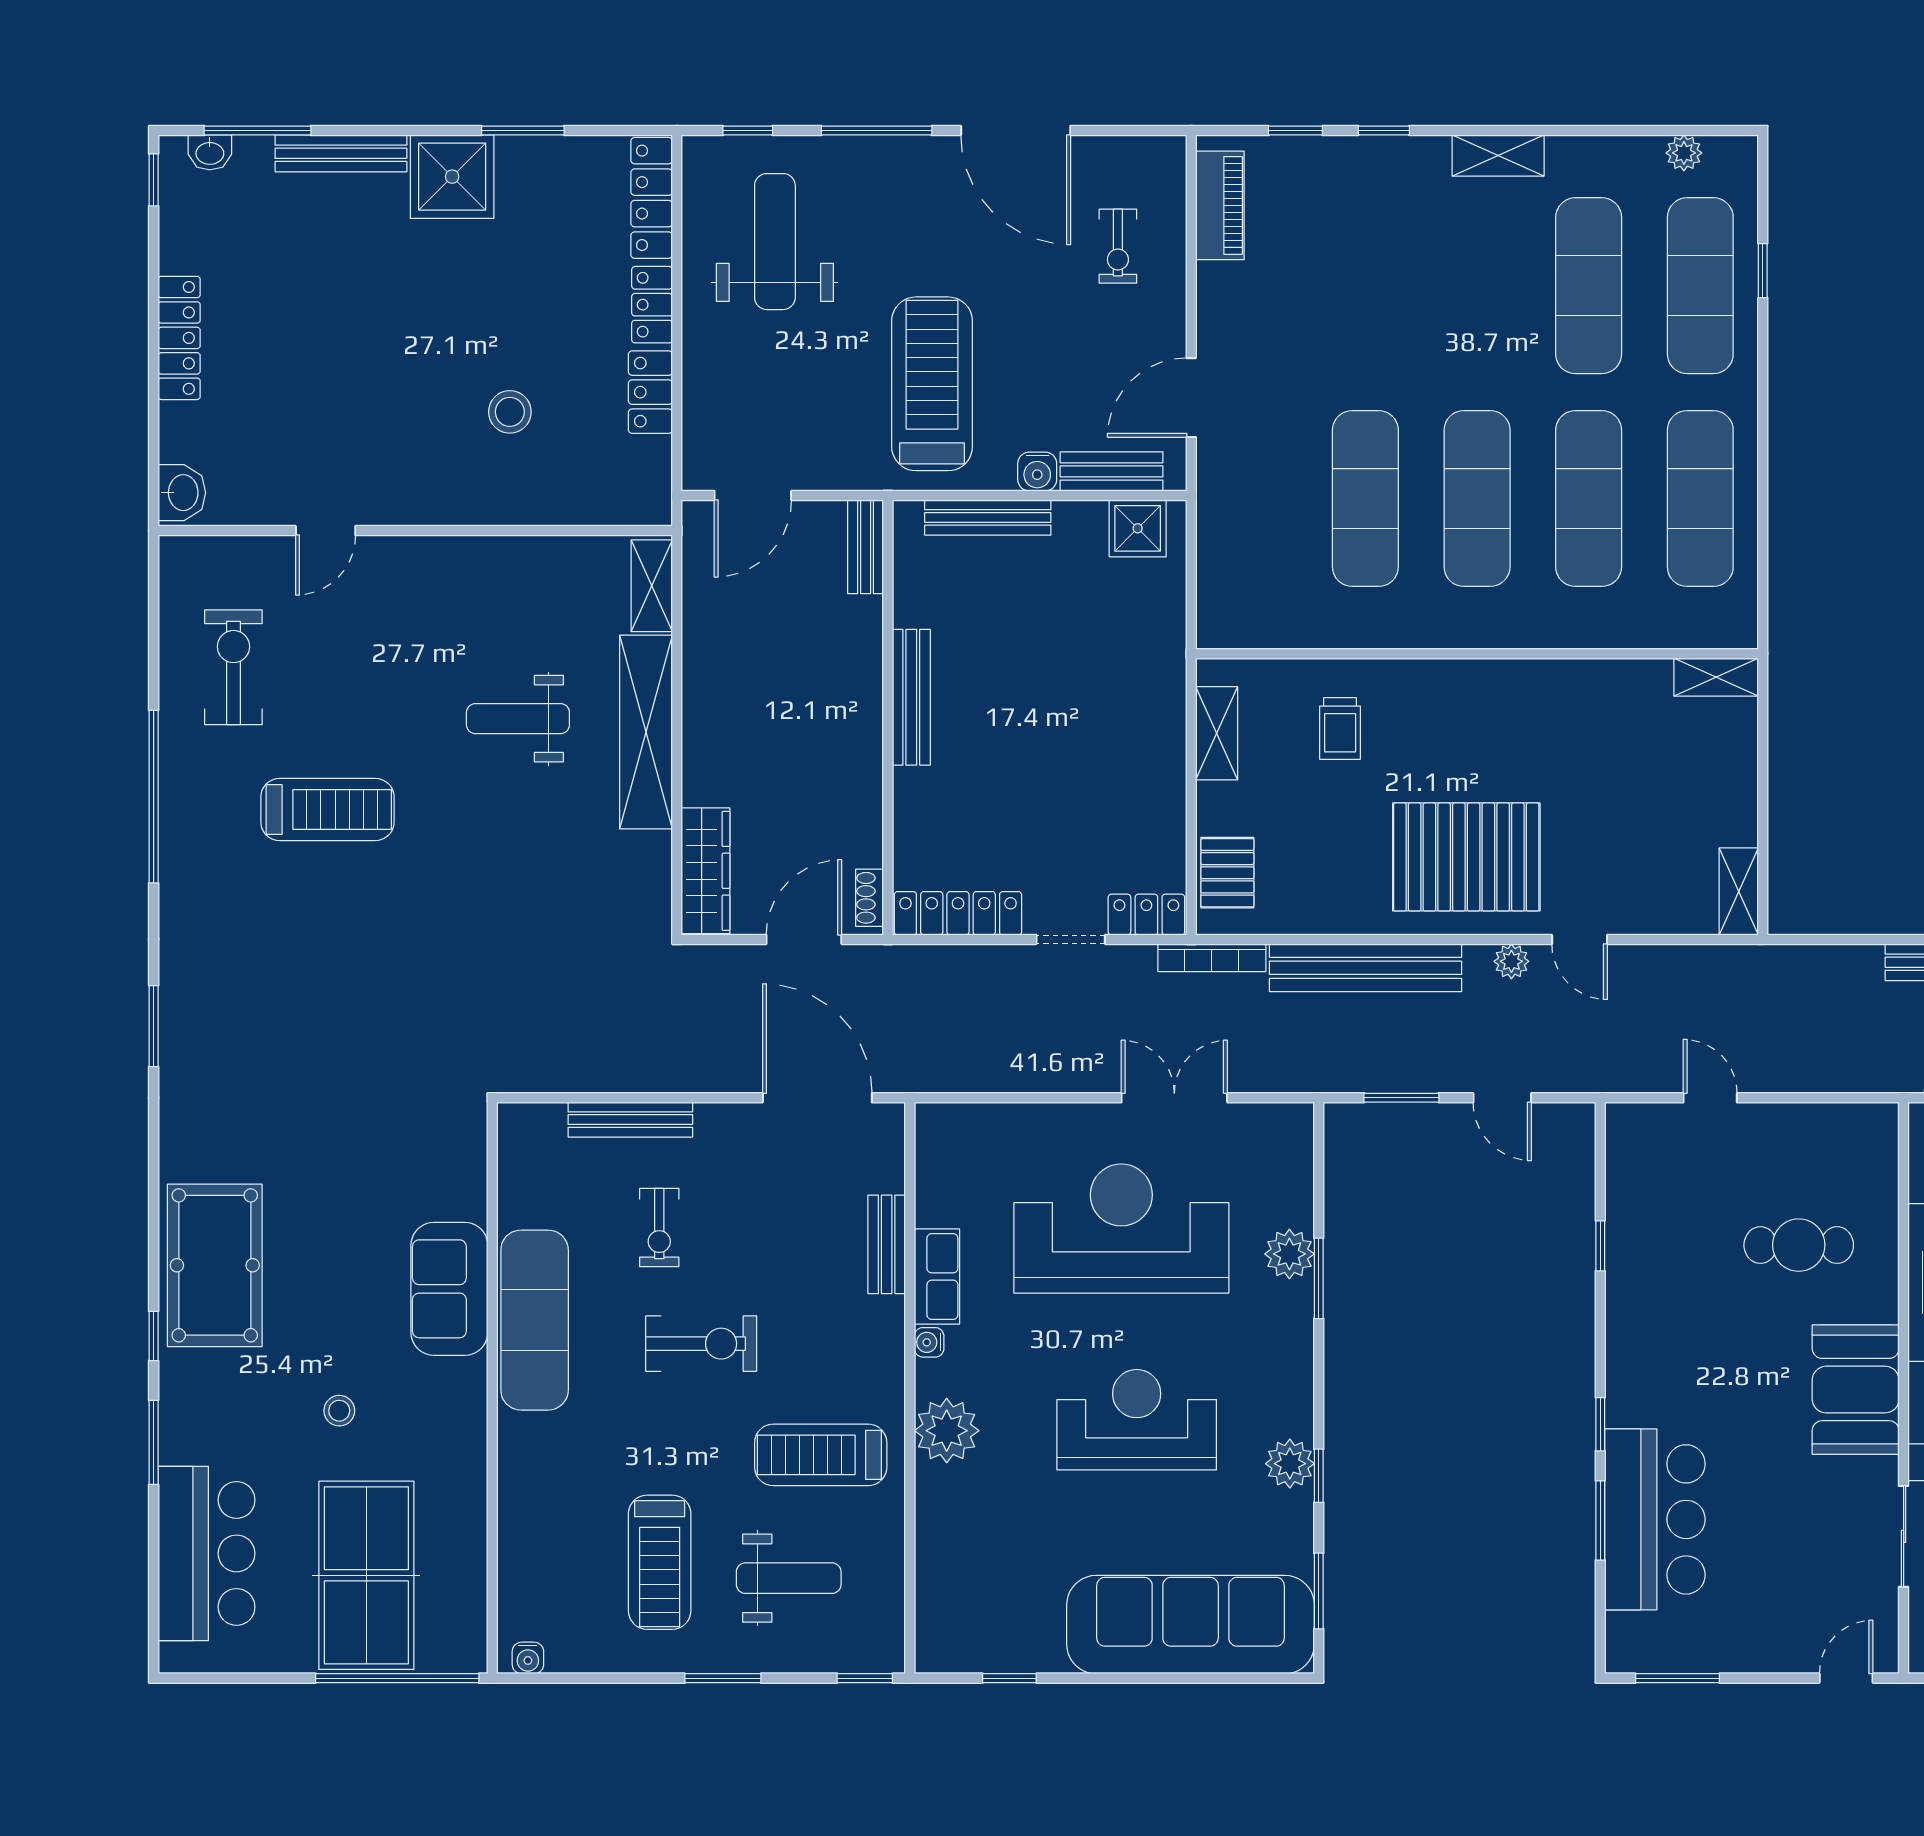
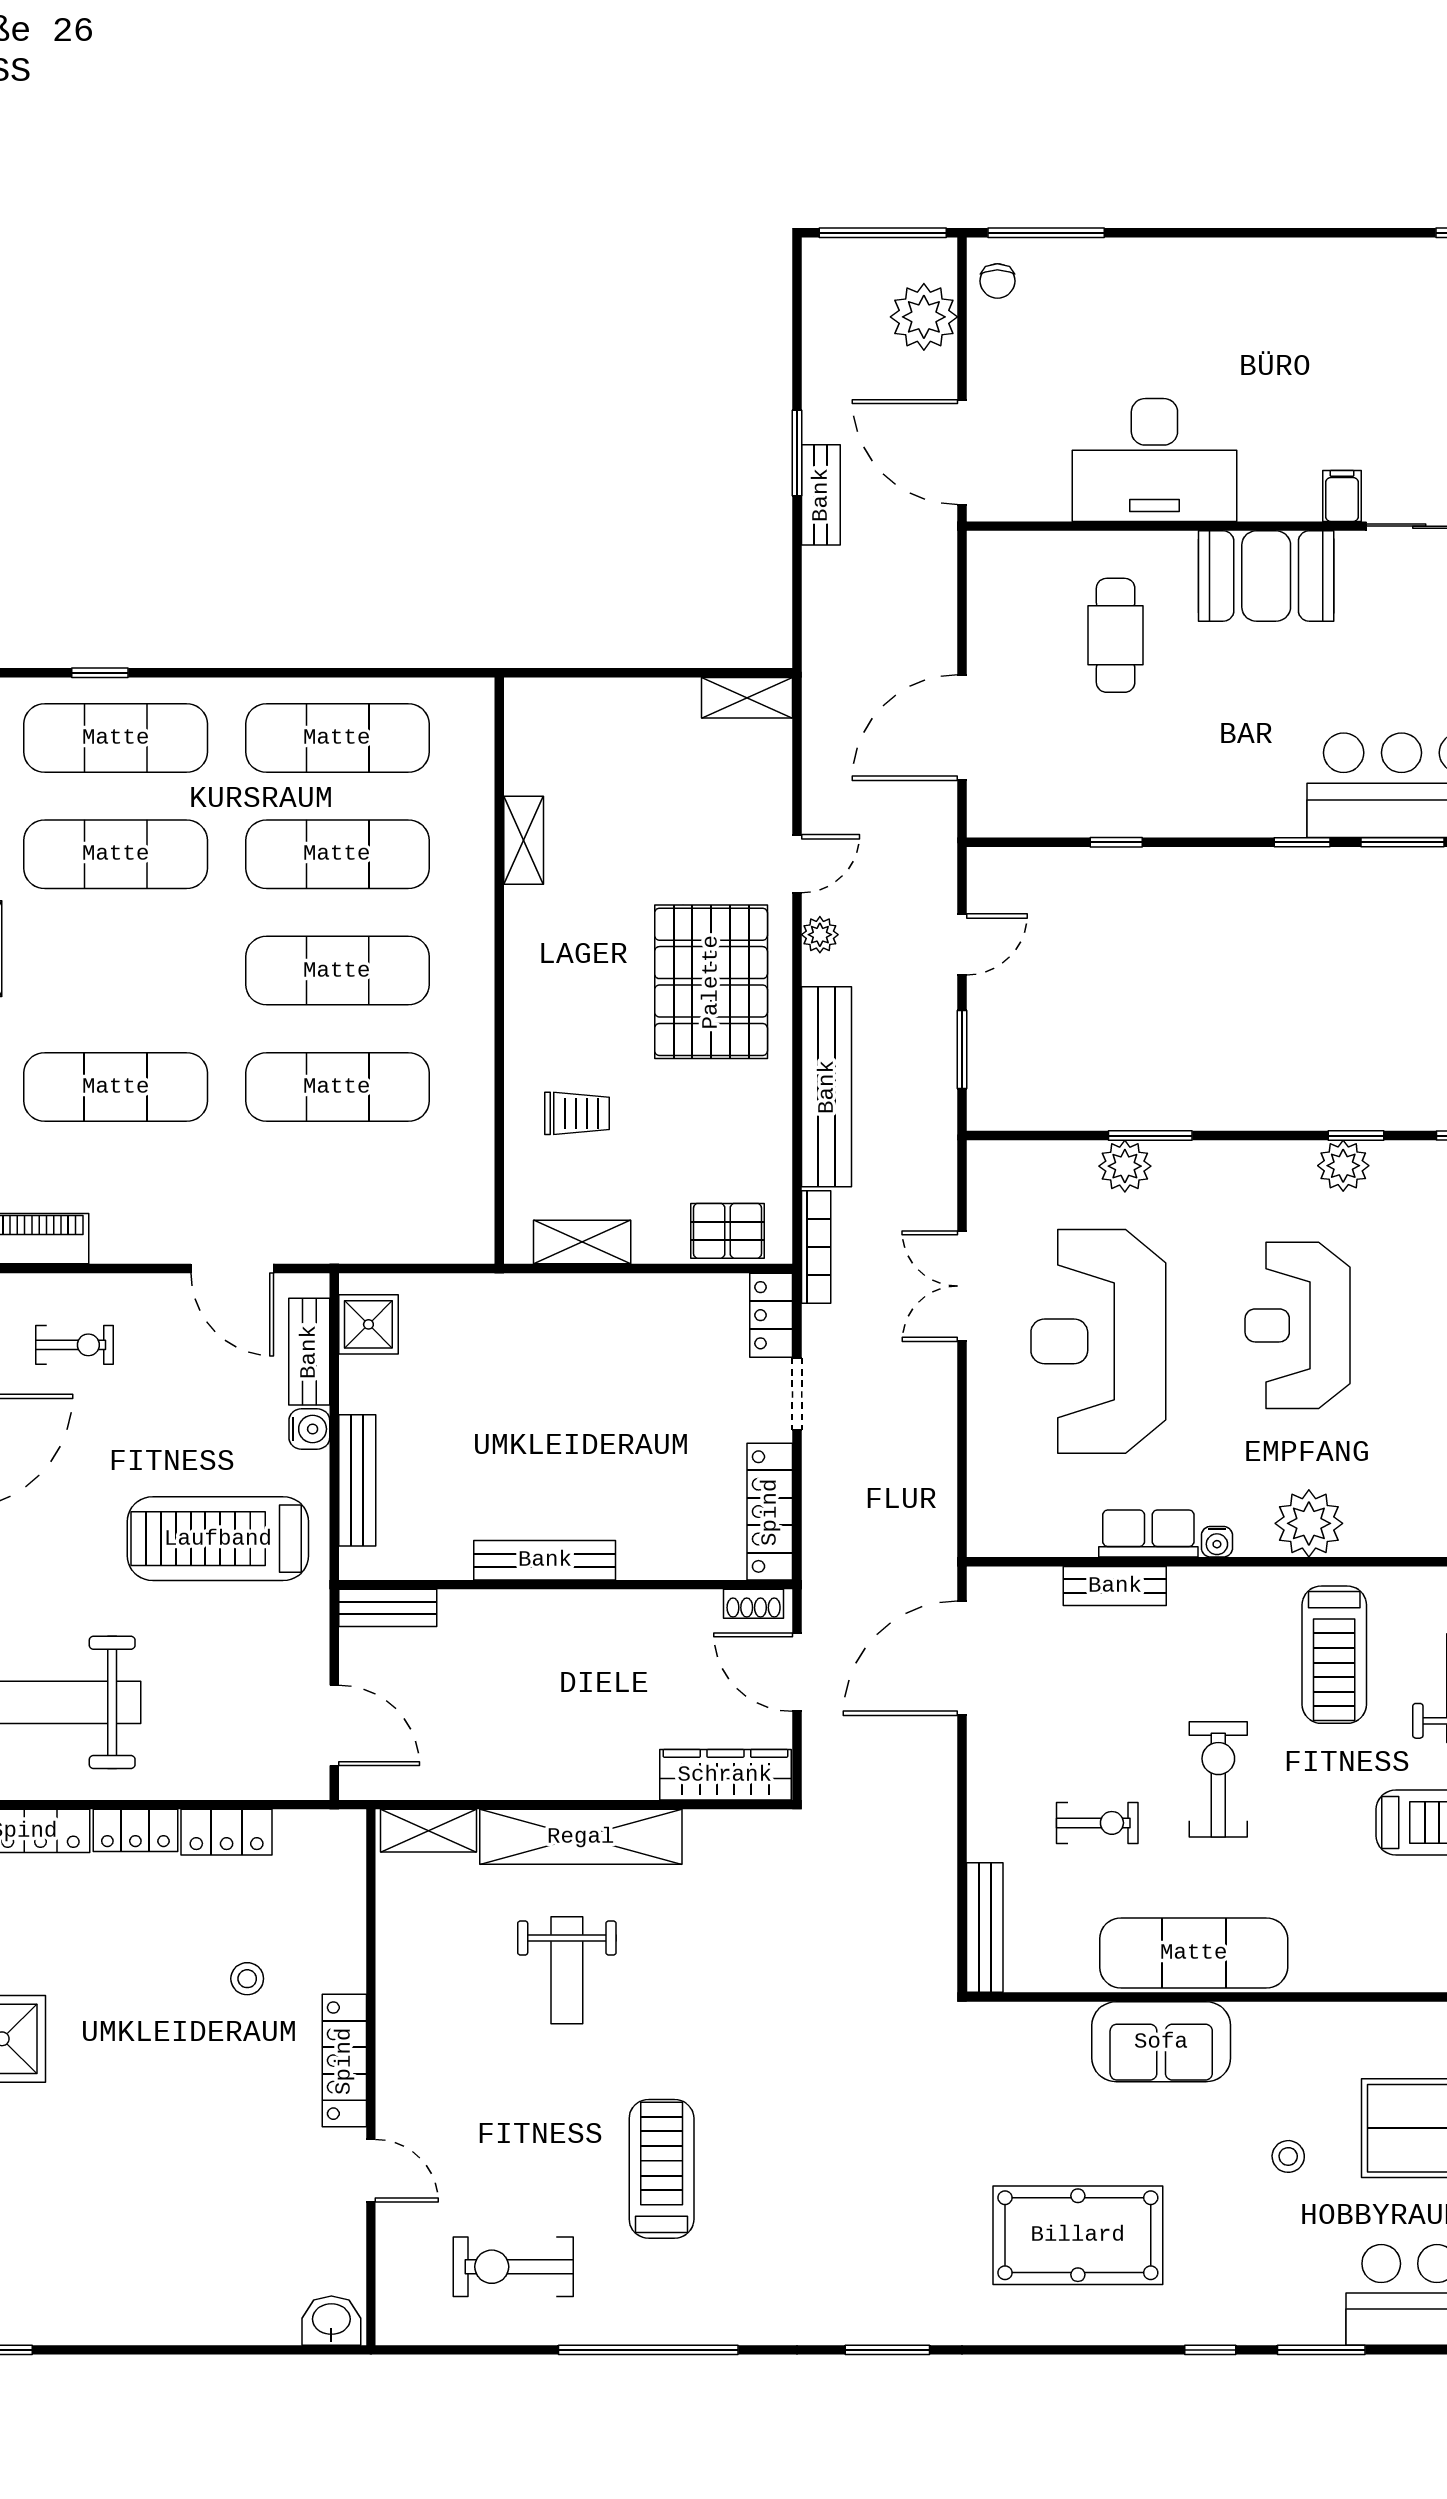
exercise mat: (1365, 286) -> (116, 1087), added
locker: (179, 338) -> (344, 2061), moved, turned -90
stool: (510, 412) -> (247, 1979), width x0.73, depth x0.73
shelving: (1716, 677) -> (524, 840), moved
door: (1710, 1098) -> (962, 728), width x1.88
bench: (630, 1120) -> (985, 1928), moved
pool table: (215, 1265) -> (1078, 2235), moved

